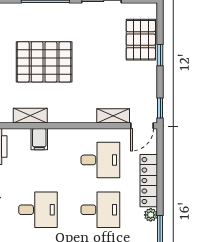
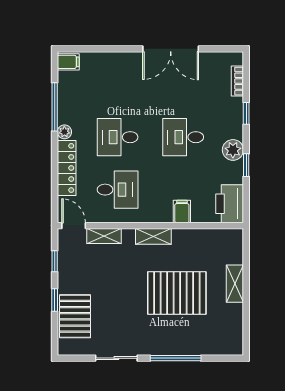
window: (160, 108) -> (55, 261), moved
shelving: (30, 116) -> (153, 236), moved
door: (142, 126) -> (74, 226), hinge flipped
desk: (100, 160) -> (118, 190), turned 180

